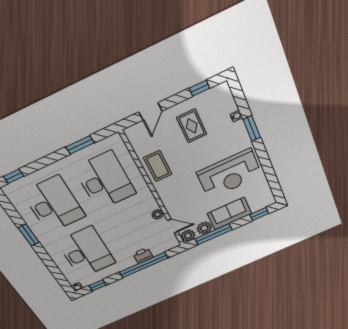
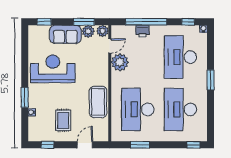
coffee table: (158, 166) -> (98, 102), width x1.36, depth x1.32
plant: (158, 214) -> (120, 62), width x1.87, depth x1.87
door: (173, 226) -> (110, 46), swing flipped
window: (213, 234) -> (84, 22), width x0.69
window: (29, 235) -> (211, 80), moved

